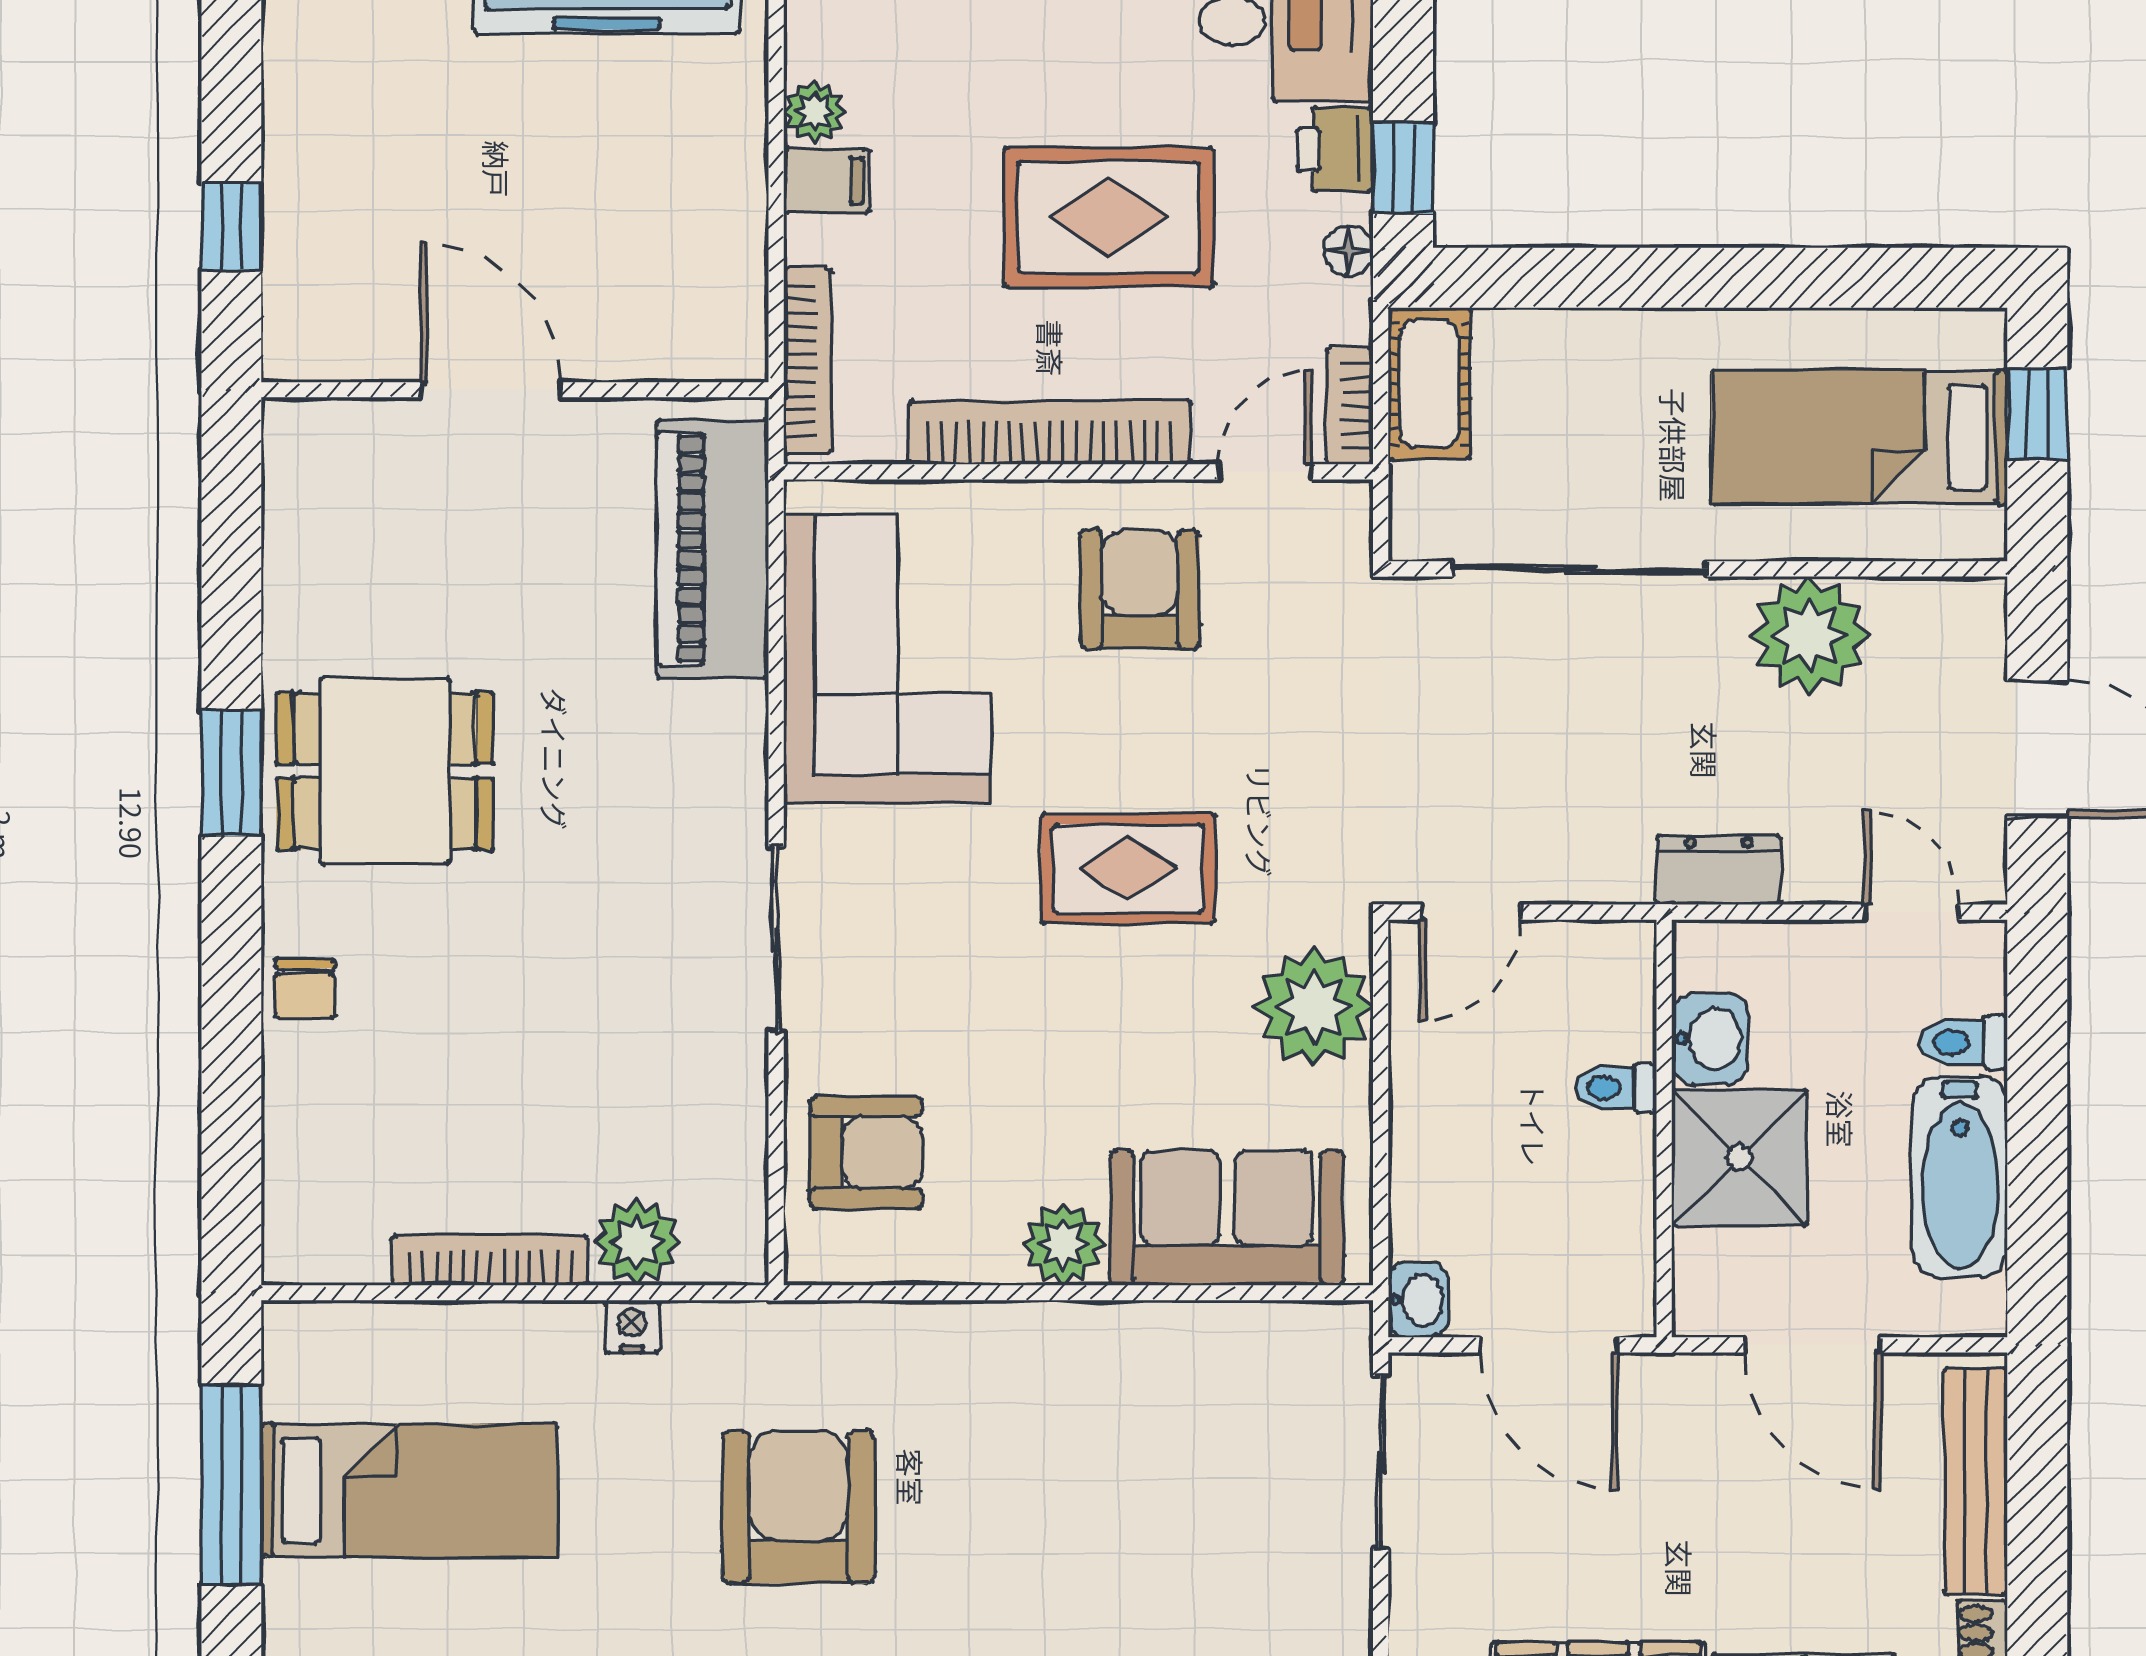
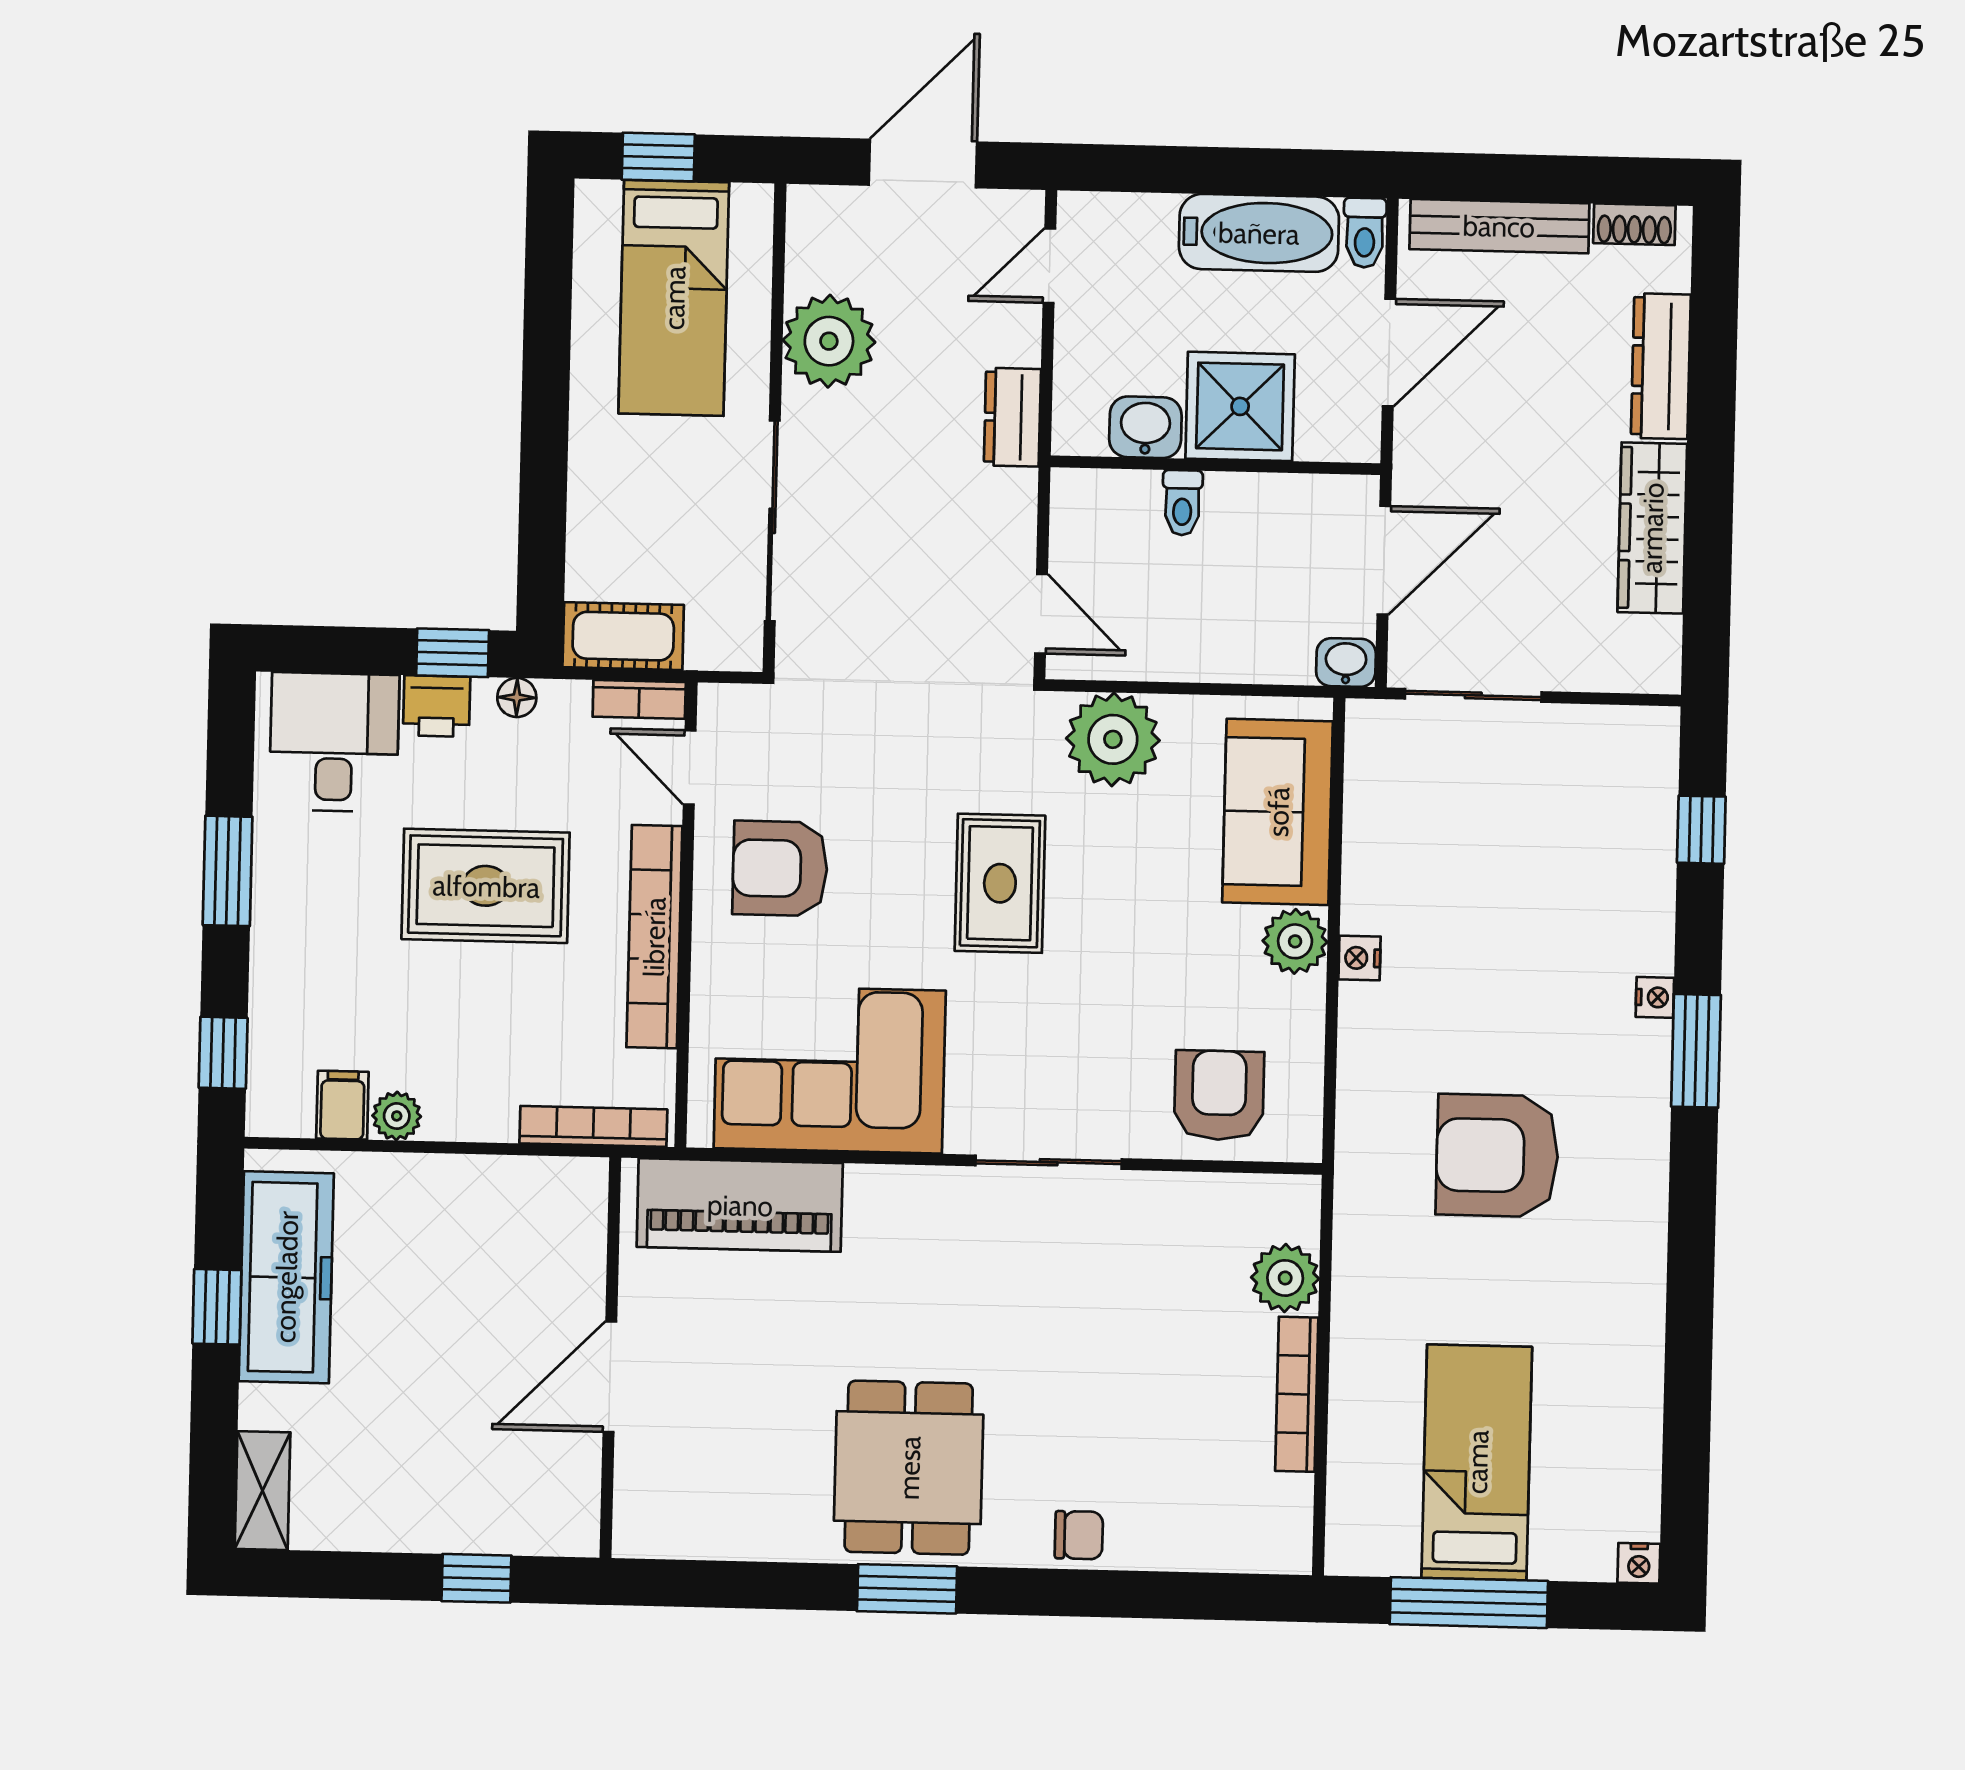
filing cabinet: (827, 181) -> (342, 1105), moved
rug: (1109, 217) -> (486, 886), turned 90
toilet: (1963, 1042) -> (1365, 233), moved
nightstand: (632, 1326) -> (1360, 958), moved

